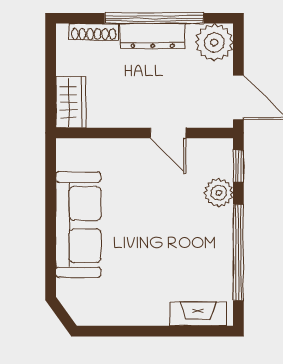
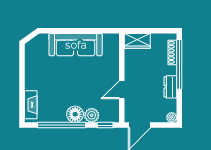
window: (154, 18) -> (179, 64), moved
dresser: (153, 36) -> (170, 87), width x0.70
plant: (214, 42) -> (172, 117), width x0.53, depth x0.53
floor lamp: (217, 226) -> (75, 114), added

